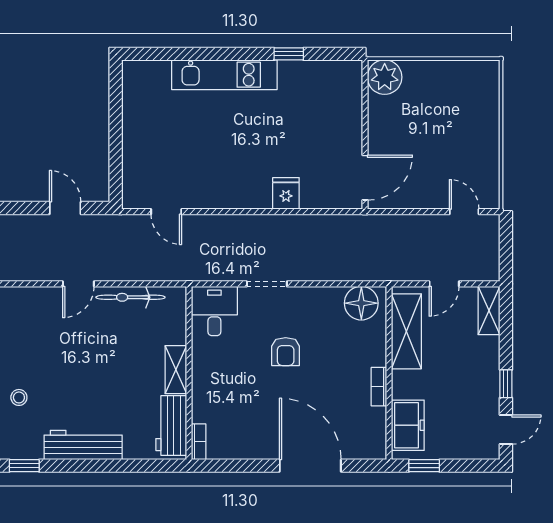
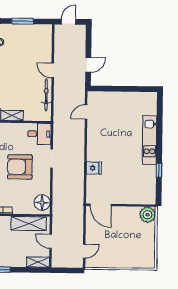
armchair: (286, 352) -> (20, 167), width x1.88, depth x1.88

